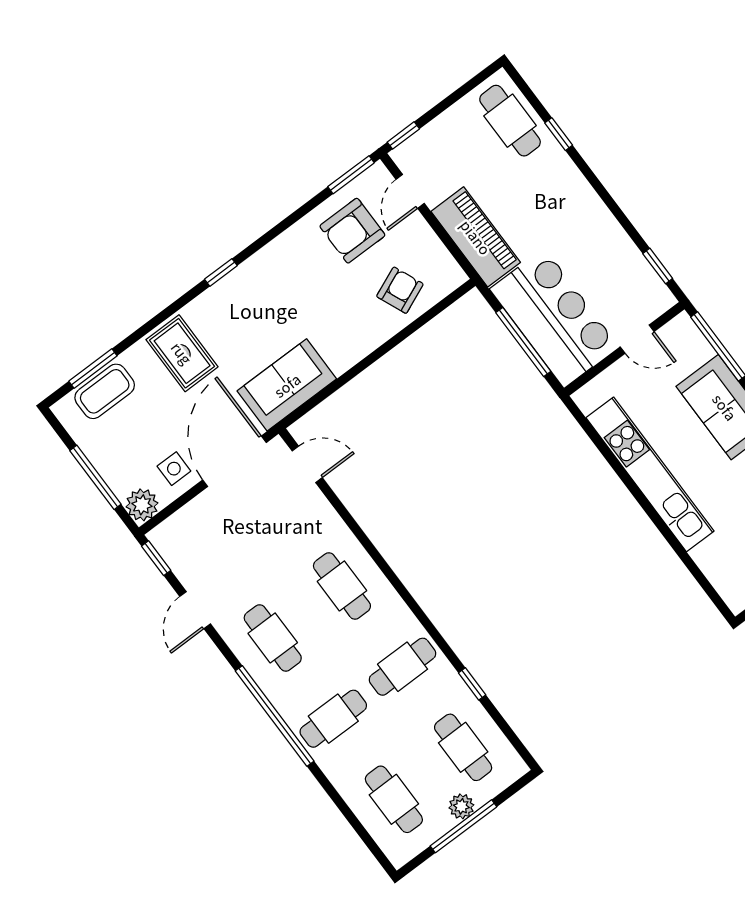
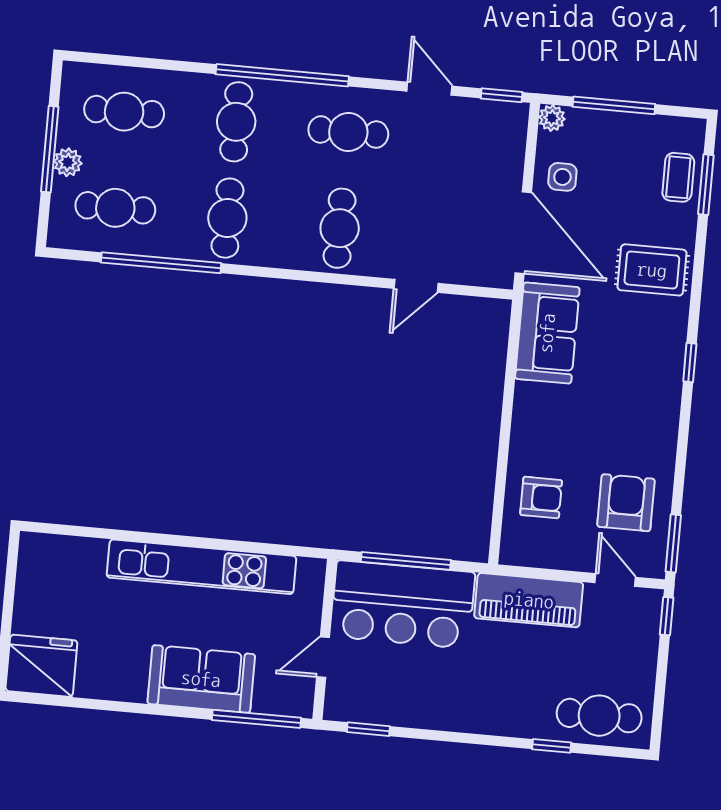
armchair: (400, 290) -> (541, 497), turned -67
coffee table: (105, 391) -> (678, 177), width x0.73, depth x0.77
door: (307, 464) -> (416, 286), moved
plant: (142, 505) -> (552, 118), width x0.73, depth x0.73
cafe table: (342, 586) -> (340, 228), turned 90
window: (472, 684) -> (161, 263), width x3.17

